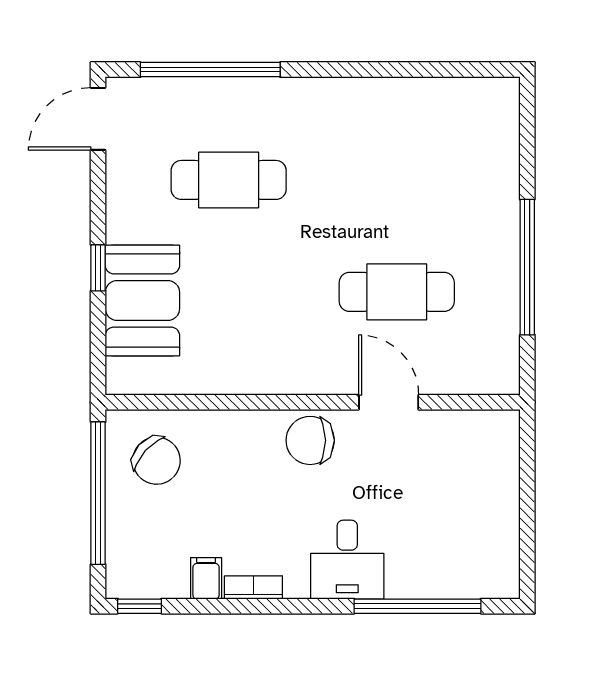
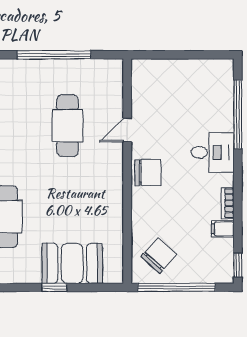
door: (389, 402) -> (127, 130), width x0.73
chair: (310, 440) -> (148, 172), turned -90

